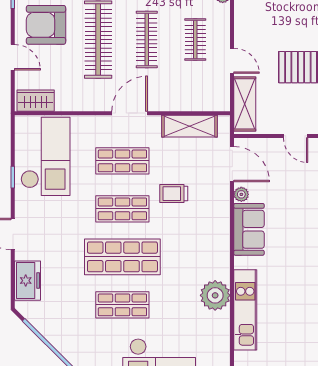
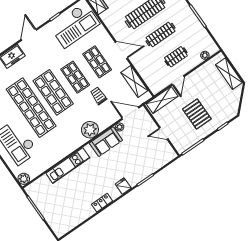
door: (296, 136) -> (164, 133), hinge flipped
door: (232, 164) -> (130, 113), swing flipped
plant: (215, 295) -> (90, 130), moved
shop shelf: (122, 305) -> (31, 108), width x2.00, depth x1.36

